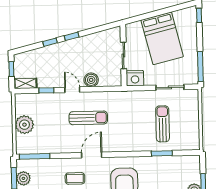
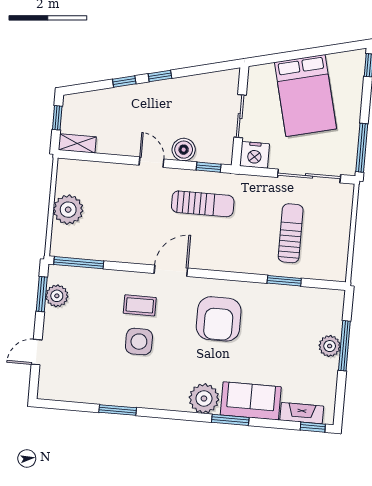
sliding door: (170, 87) -> (309, 176), width x1.37
window: (46, 90) -> (209, 167), moved
sun lounger: (88, 118) -> (203, 204), moved

